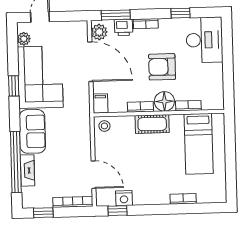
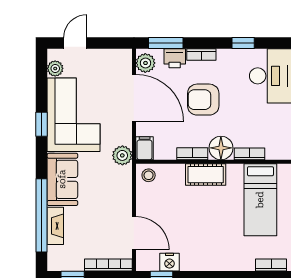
armchair: (162, 67) -> (203, 100), moved
plant: (82, 110) -> (122, 155), added
bookcase: (183, 199) -> (271, 265), moved

